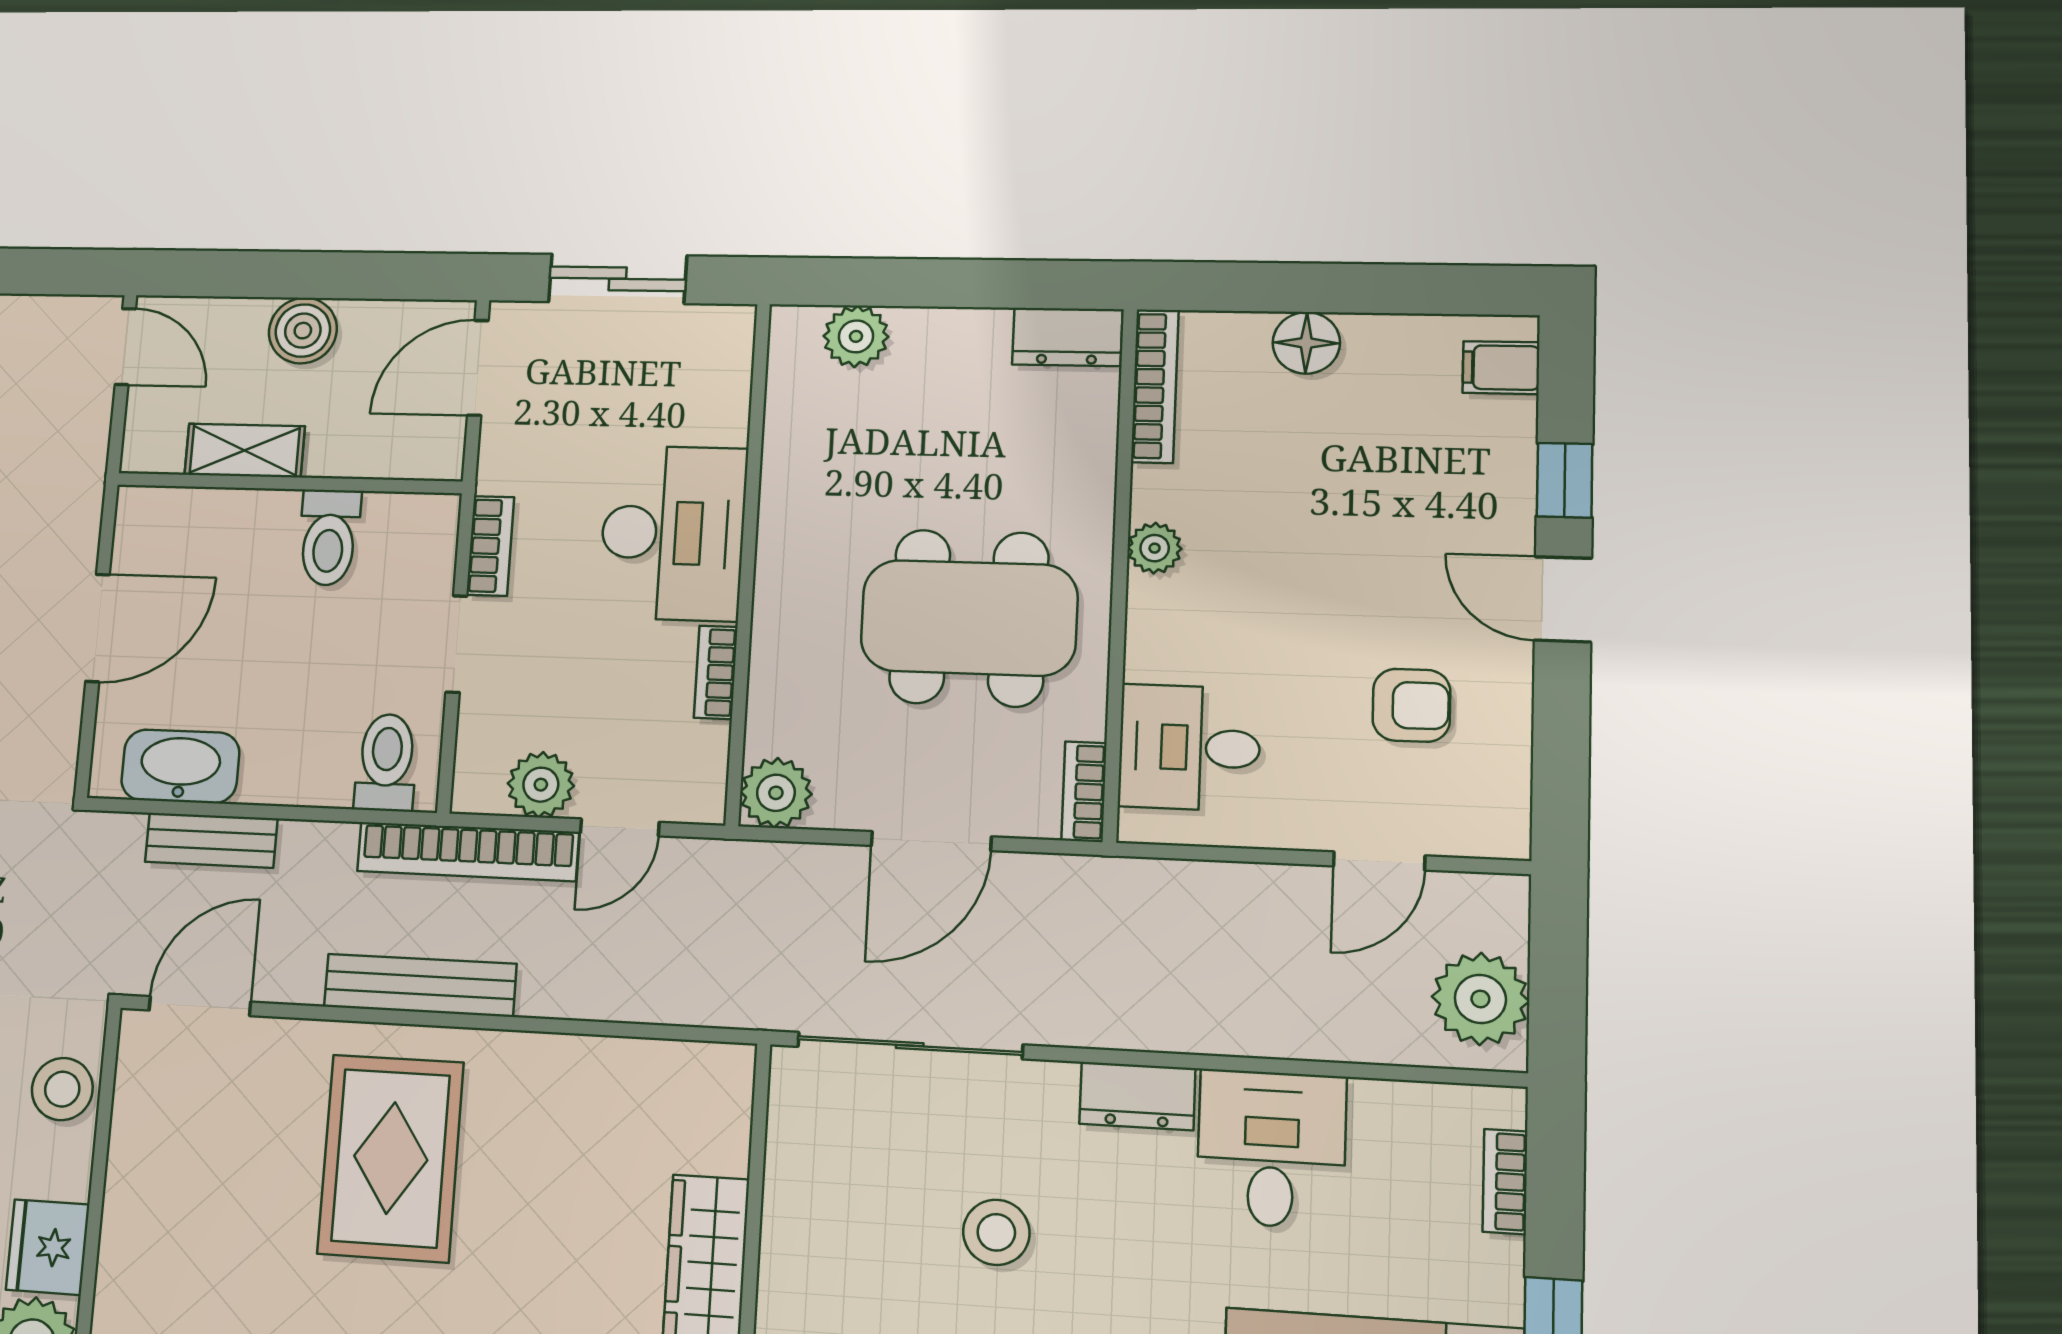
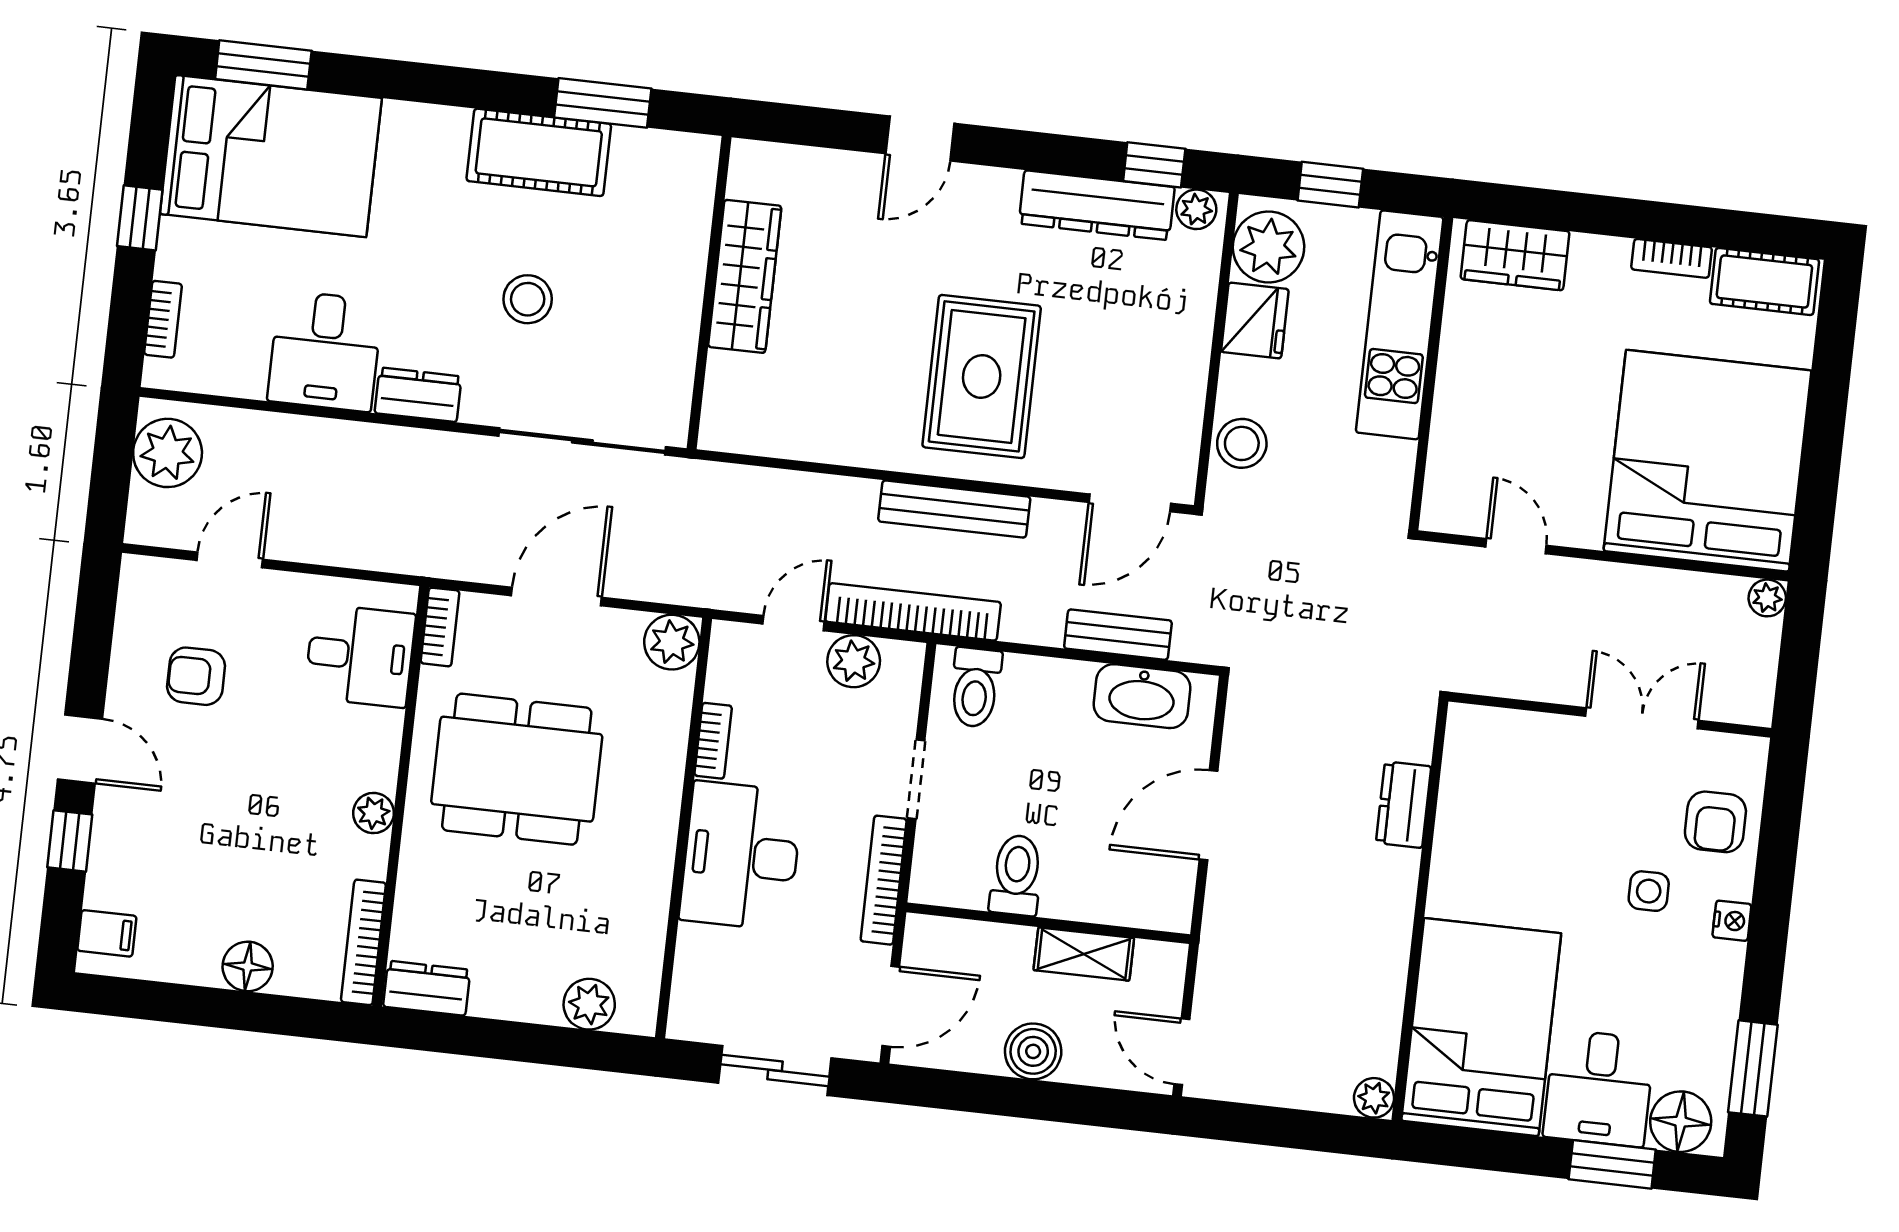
bookcase: (490, 546) -> (884, 880), width x1.56

